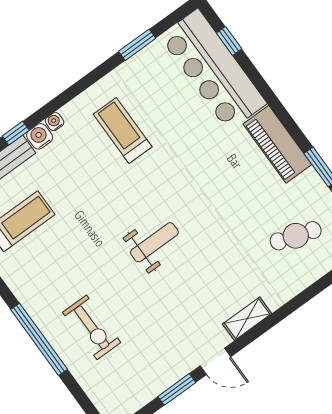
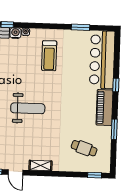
window: (229, 41) -> (116, 85), moved
treadmill: (123, 131) -> (49, 56), turned 180
weight bench: (154, 242) -> (28, 108), width x1.36, depth x1.33

